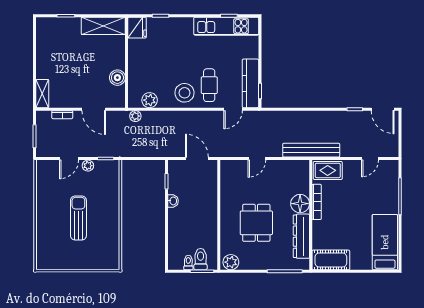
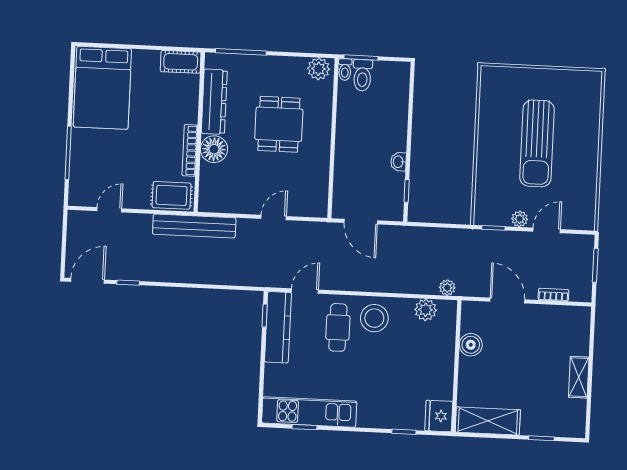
shelving: (42, 94) -> (579, 377), moved
door: (383, 109) -> (88, 281), hinge flipped
sun lounger: (78, 218) -> (537, 143), width x1.36, depth x1.34
bed: (385, 242) -> (102, 88), width x1.50
cot: (331, 260) -> (181, 62), width x0.73, depth x0.75
toilet: (188, 263) -> (345, 70), moved

